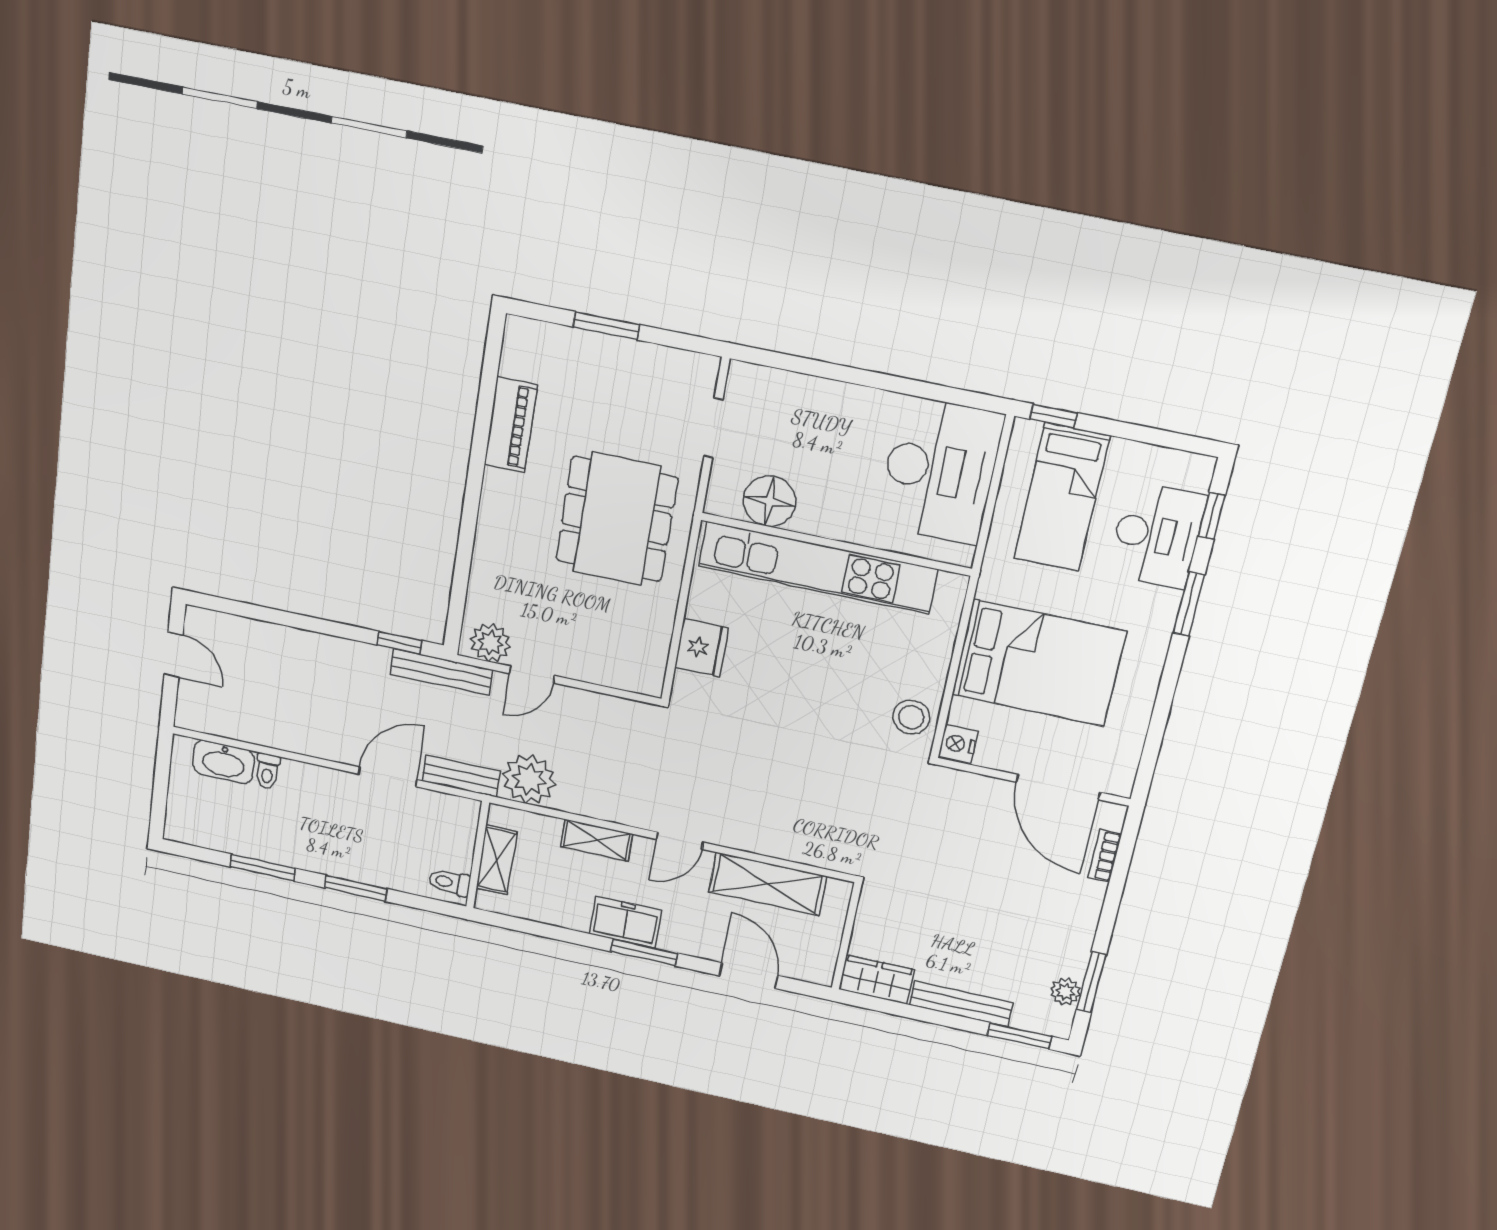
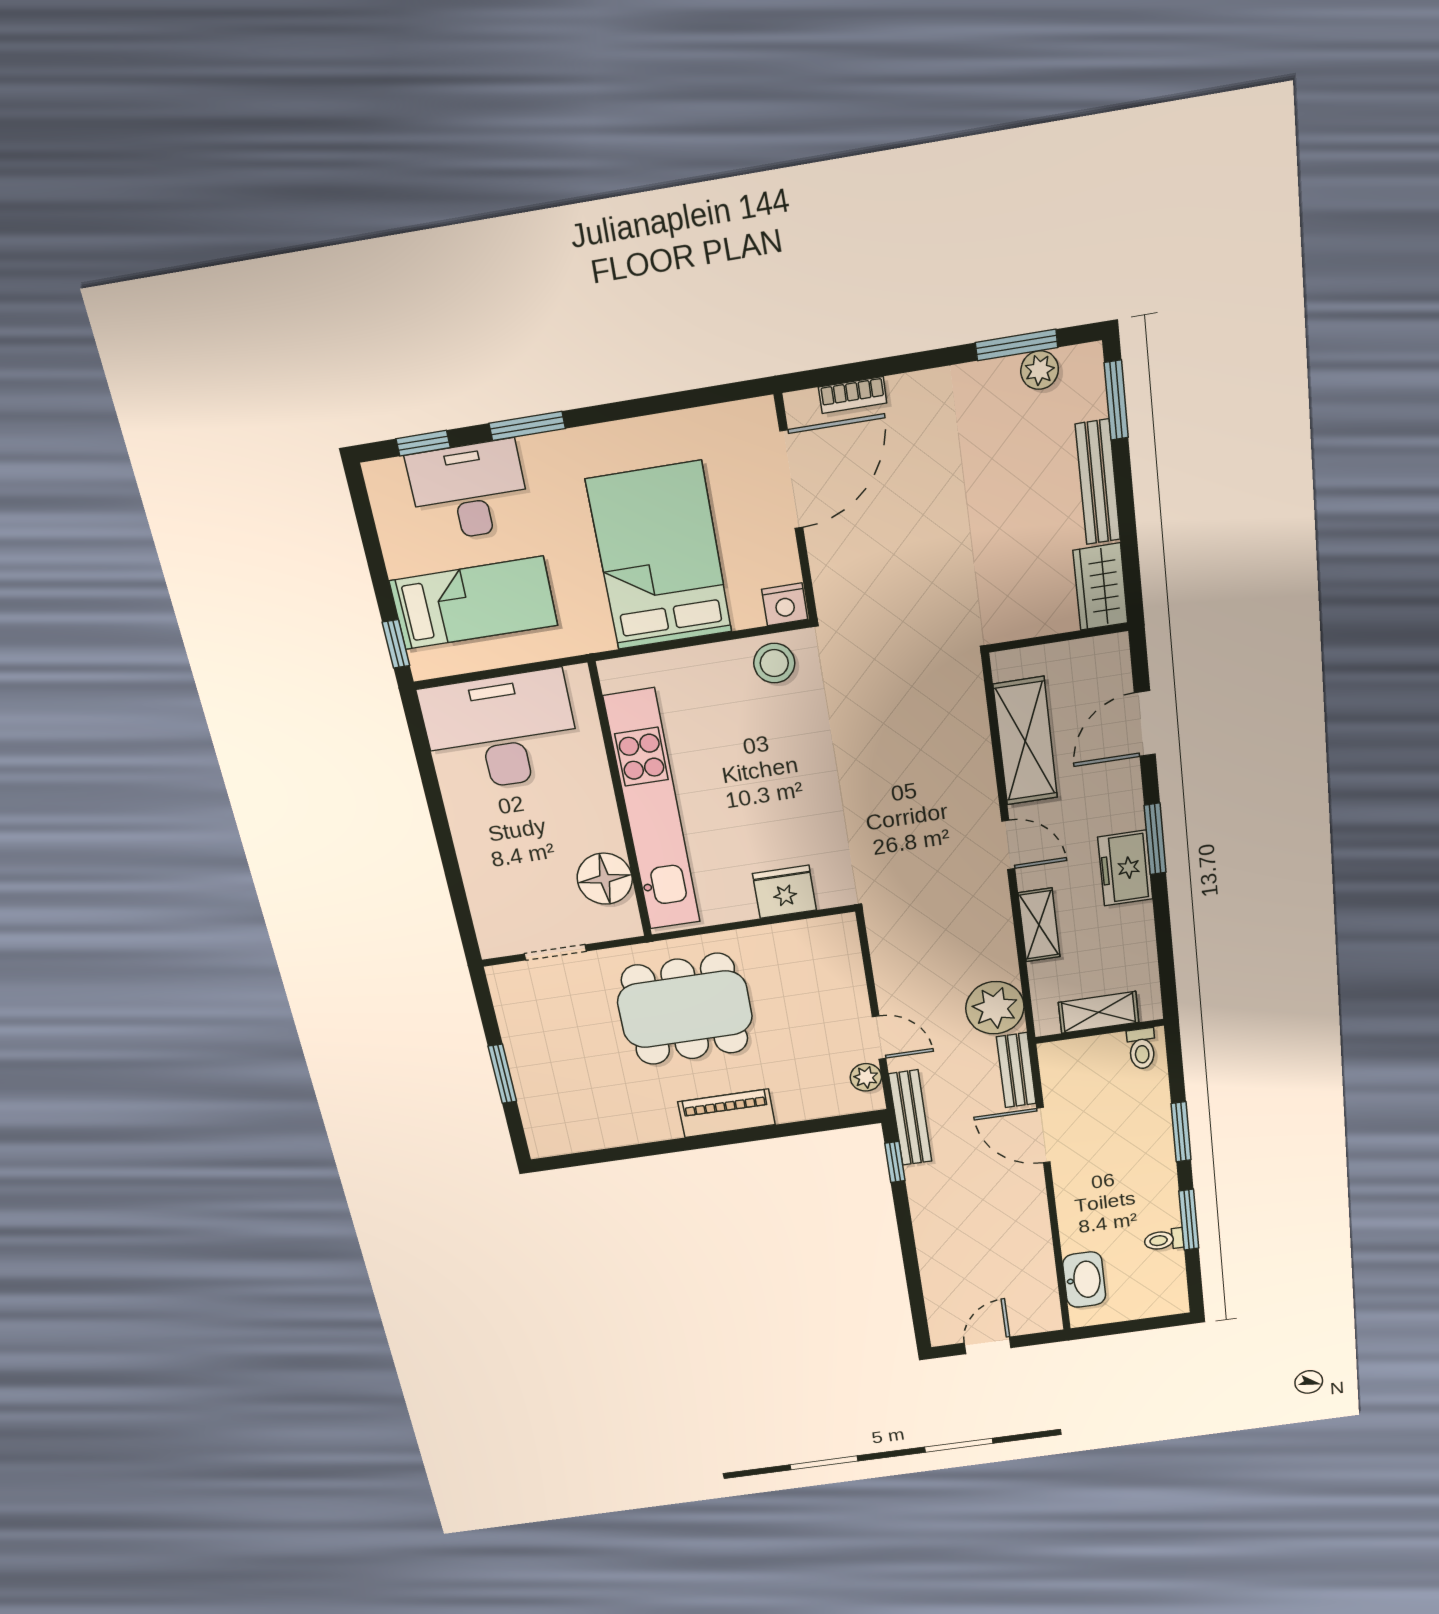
piano: (511, 425) -> (727, 1113), moved
plant: (491, 643) -> (866, 1077), width x0.73, depth x0.73
toilet: (267, 771) -> (1164, 1240), moved, turned 180

